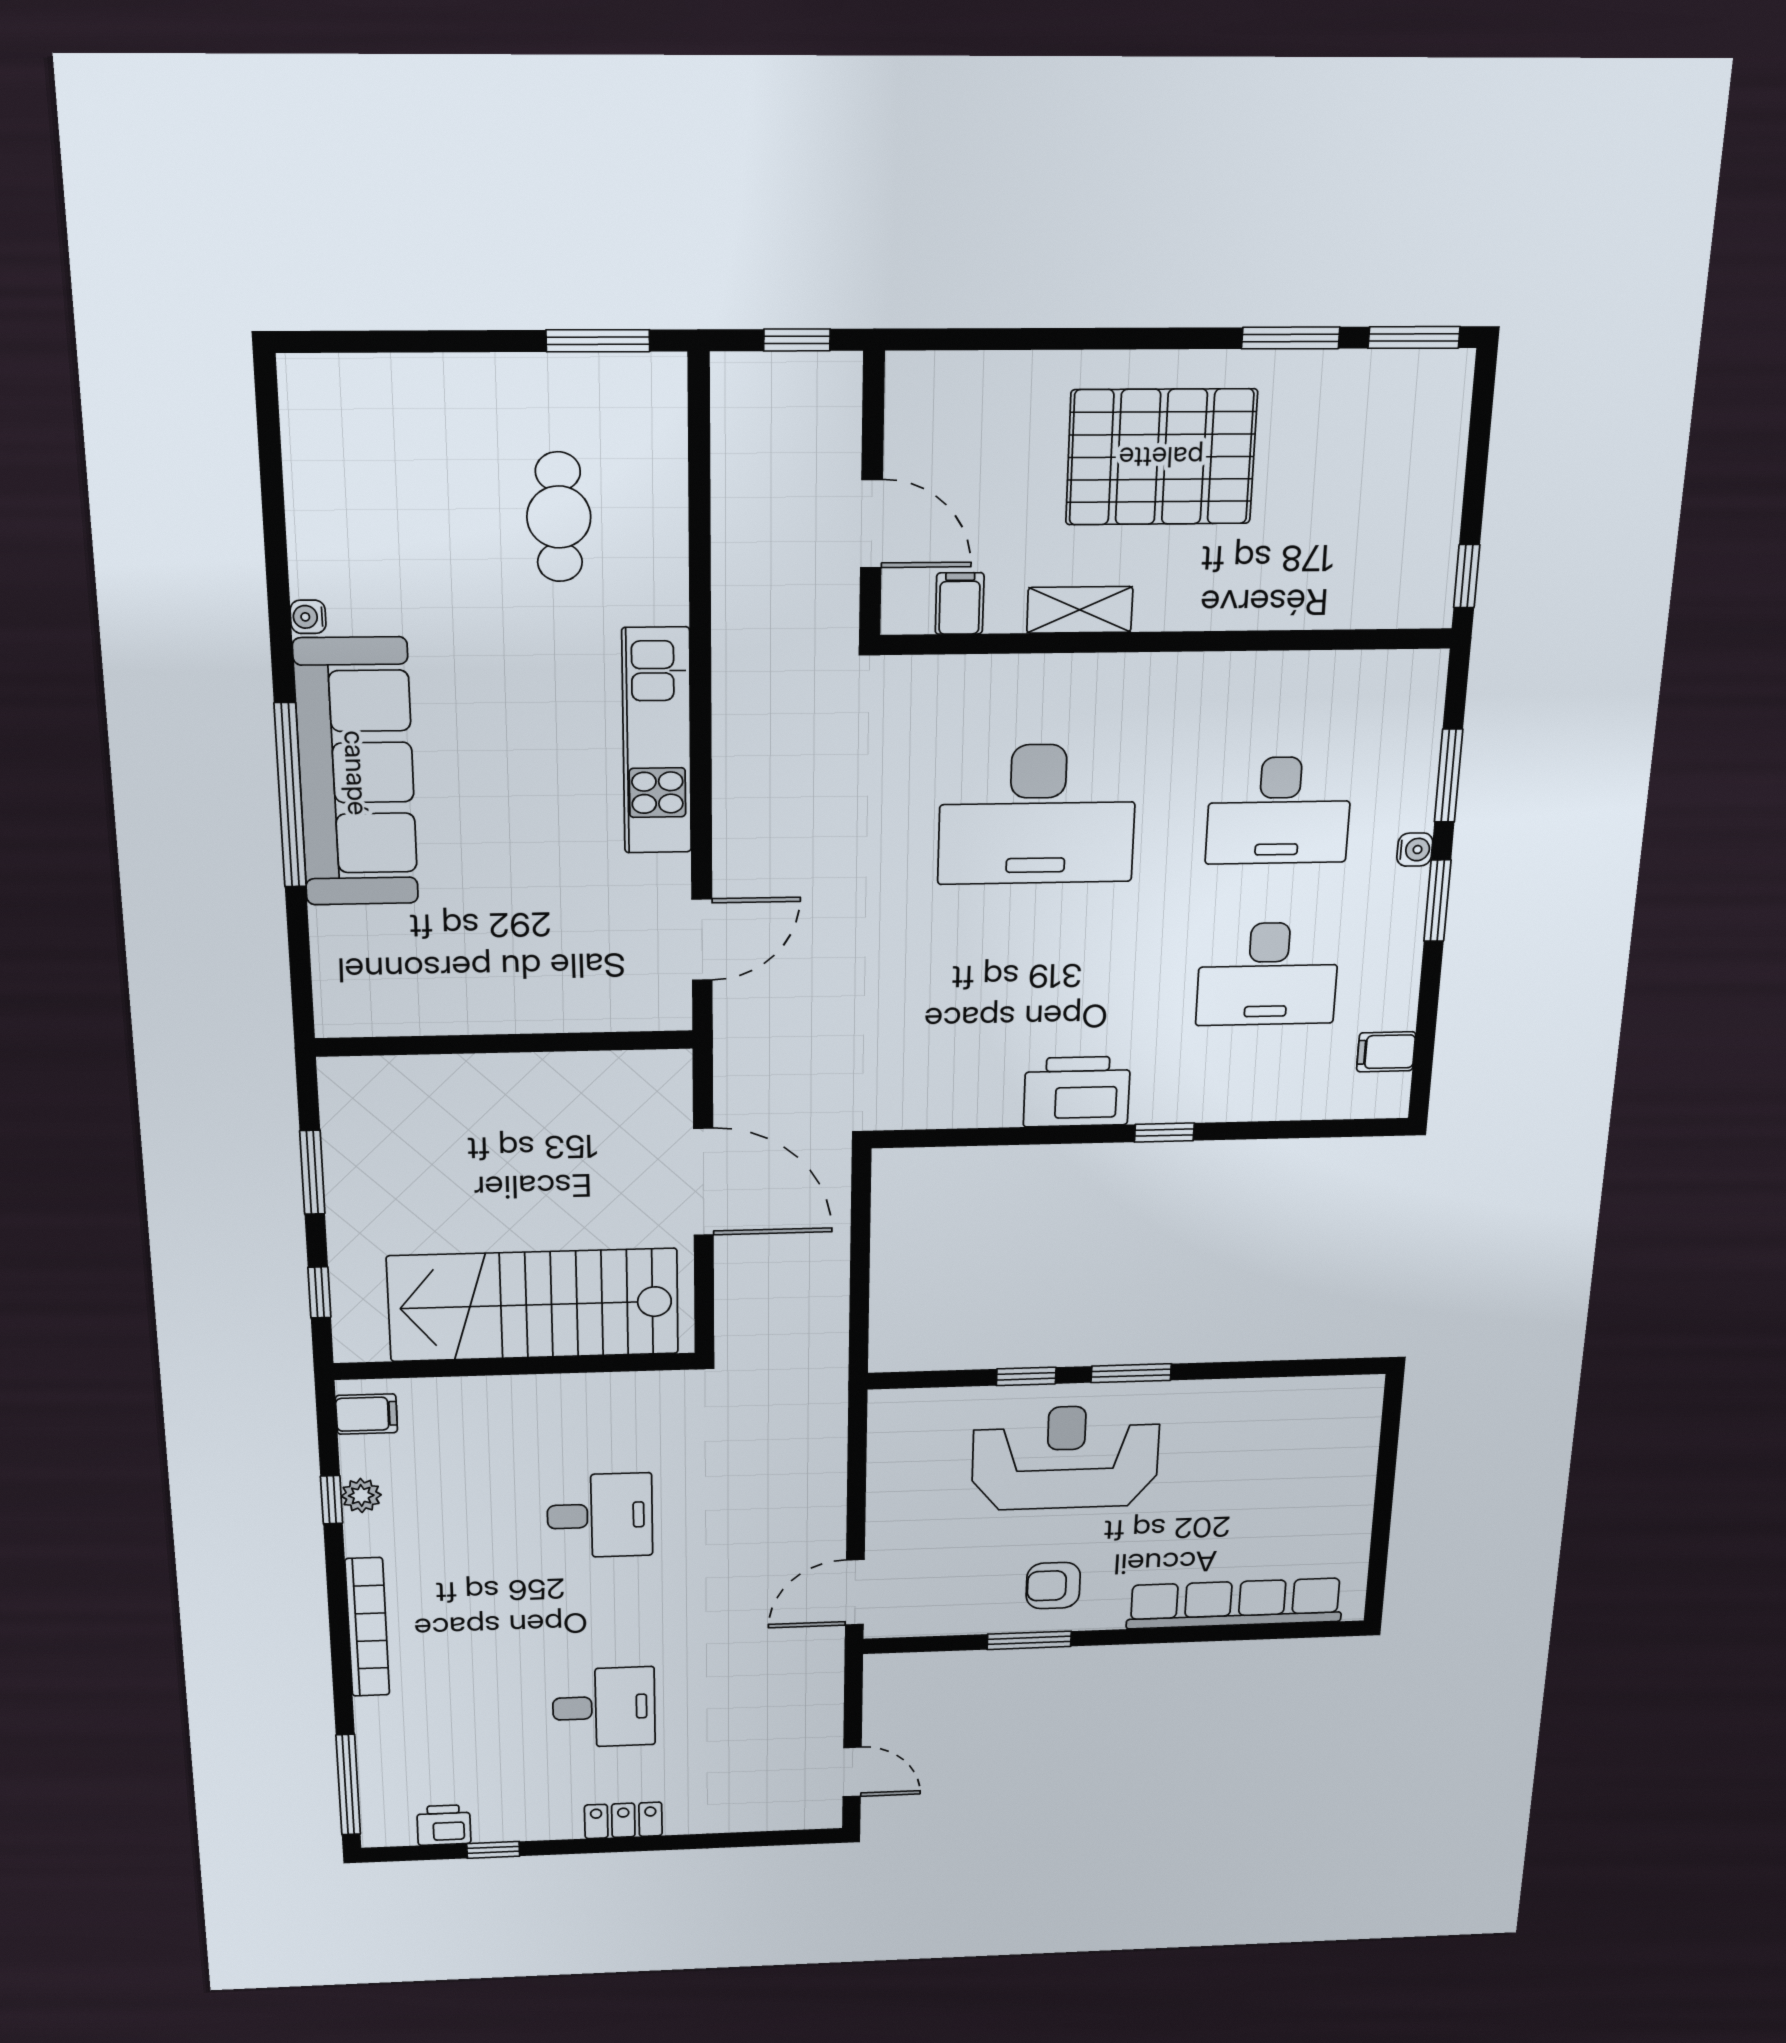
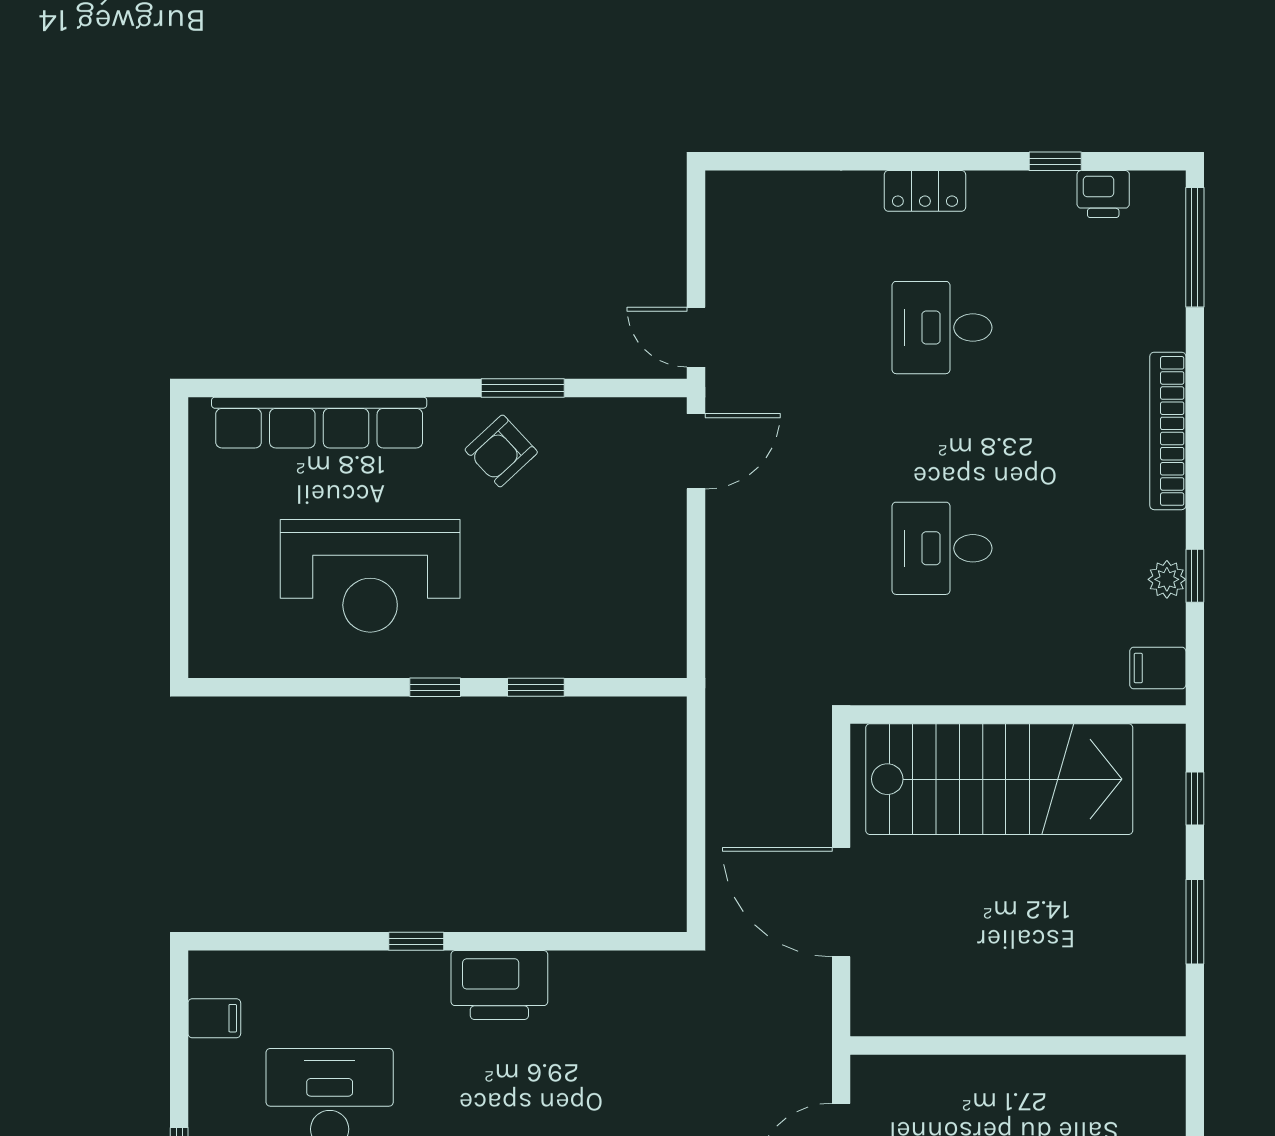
window: (1131, 1373) -> (435, 687), width x0.67
reception desk: (1066, 1458) -> (370, 576), moved
armchair: (1053, 1586) -> (501, 451), turned 137
door: (852, 1772) -> (696, 337), moved

